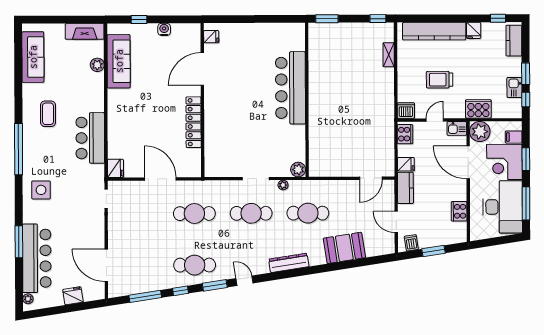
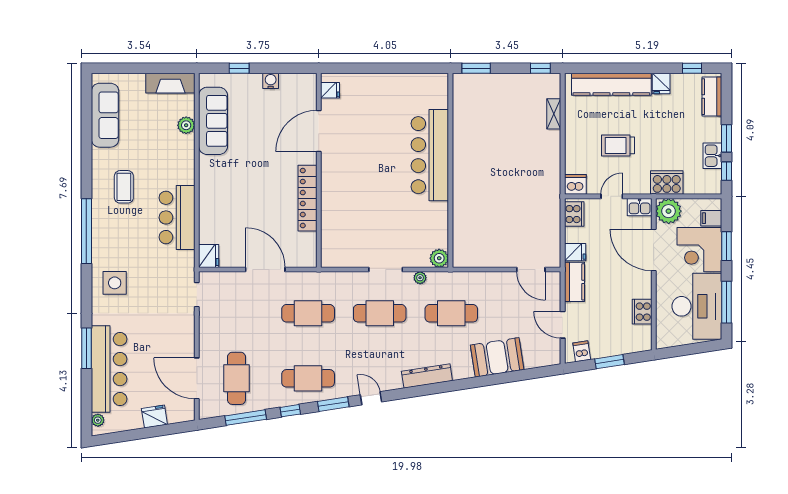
door: (371, 178) -> (531, 270), hinge flipped
cafe table: (138, 265) -> (237, 378), added

